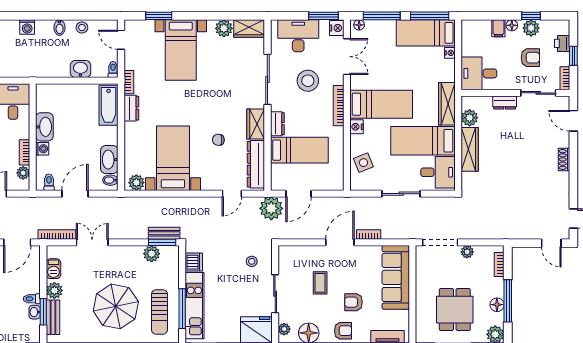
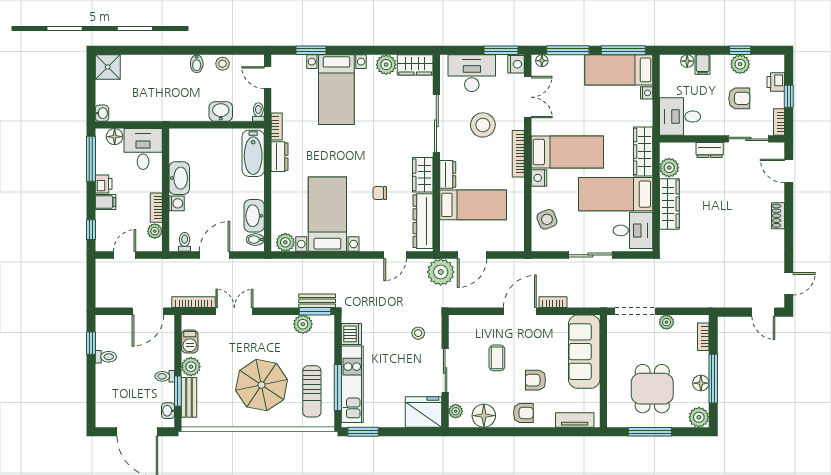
floor lamp: (512, 25) -> (687, 61), moved
washing machine: (27, 27) -> (159, 63), removed
washbasin: (35, 312) -> (168, 411), moved

